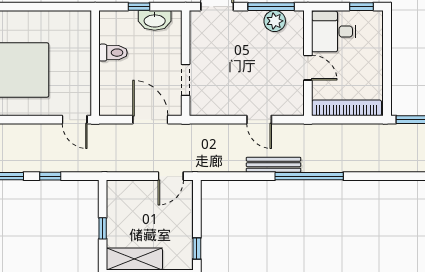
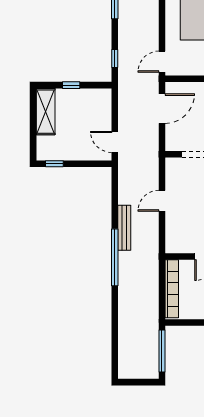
door: (150, 120) -> (162, 109), moved
door: (259, 120) -> (162, 201), moved
window: (50, 176) -> (115, 59), moved

